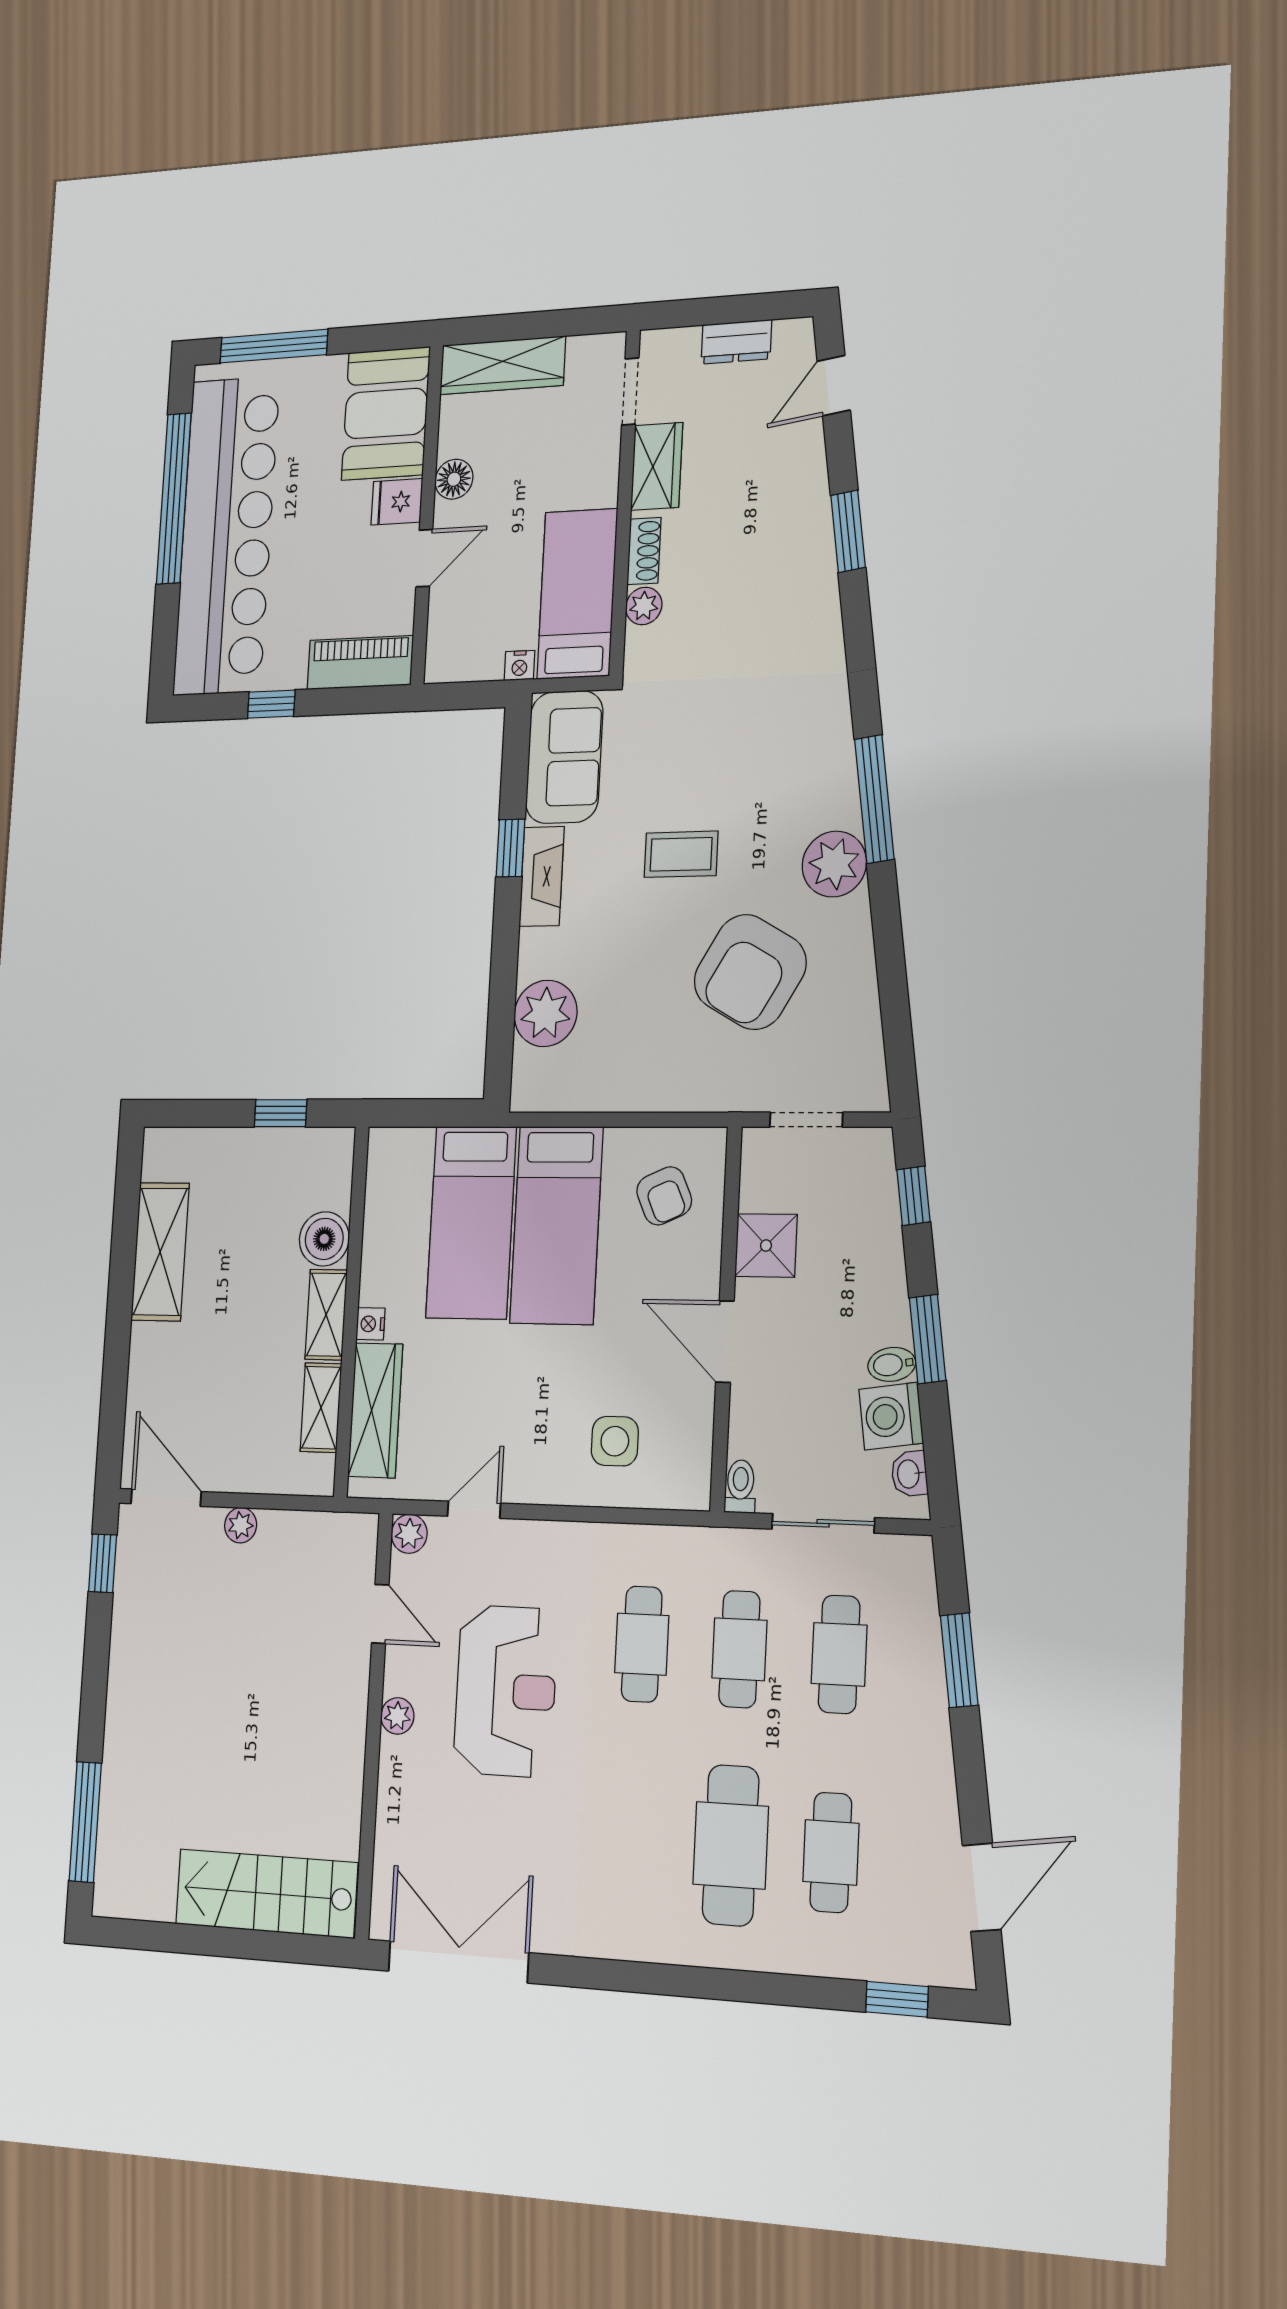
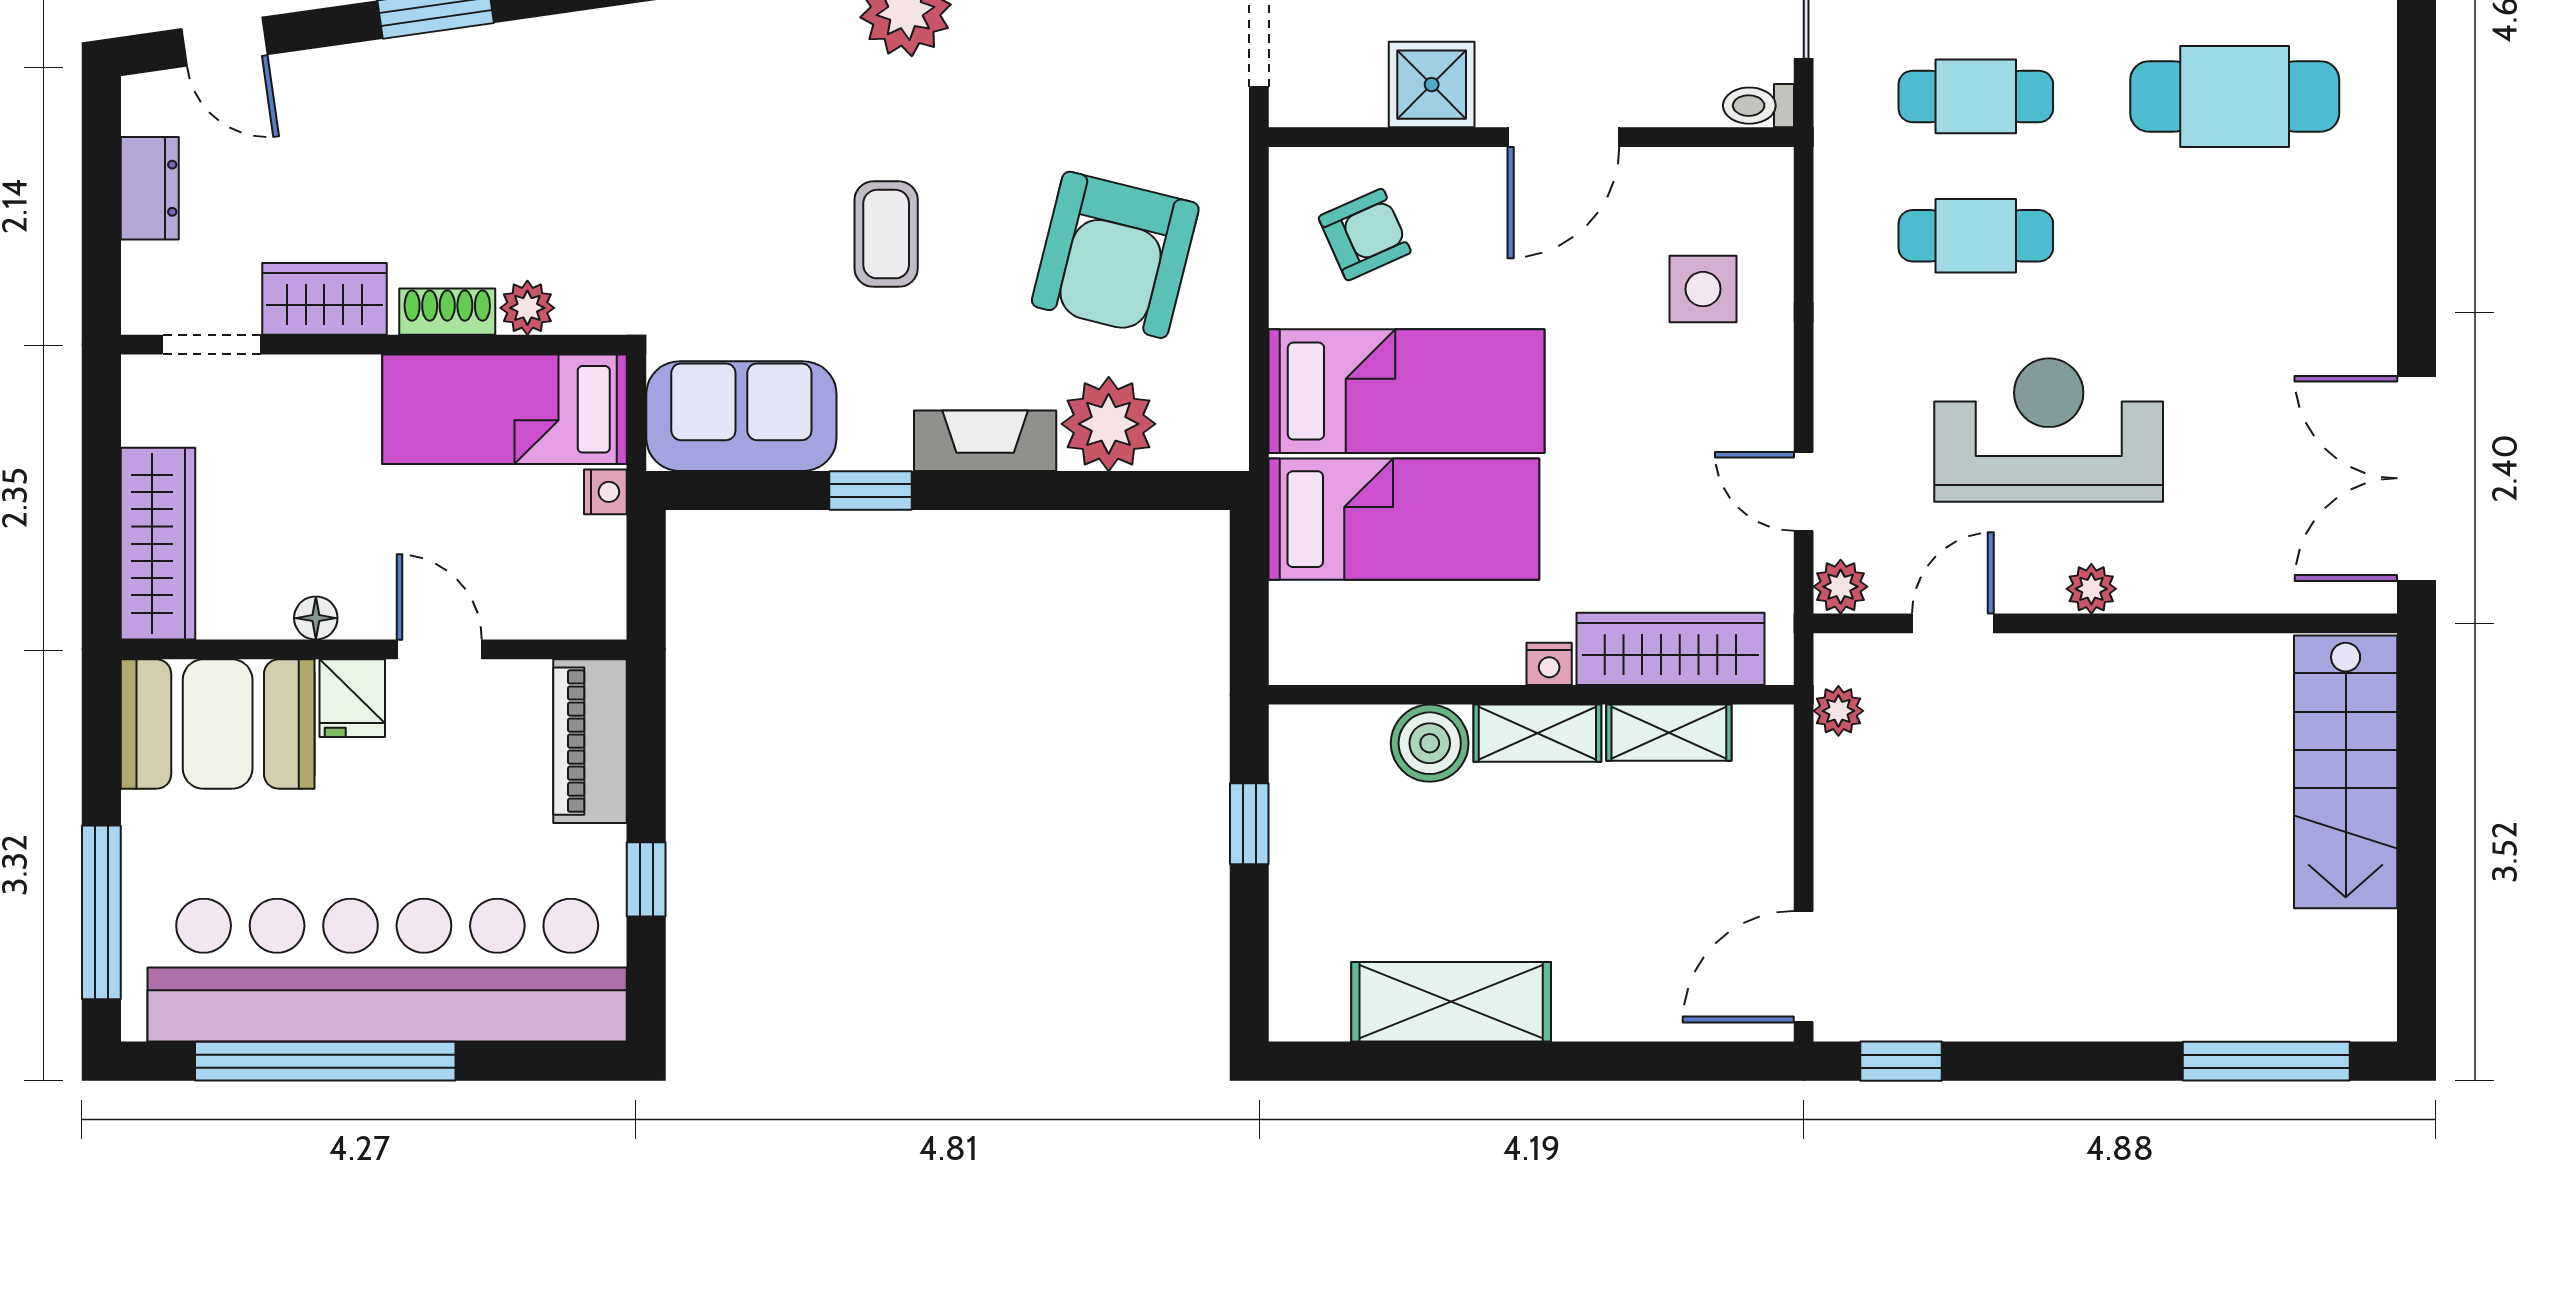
floor lamp: (454, 479) -> (316, 618), width x0.73, depth x0.73
fireplace: (542, 876) -> (985, 441), moved
armchair: (750, 972) -> (1115, 255), moved, turned 74
plant: (241, 1525) -> (1838, 711), moved

